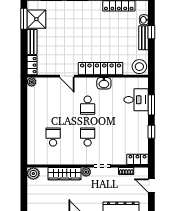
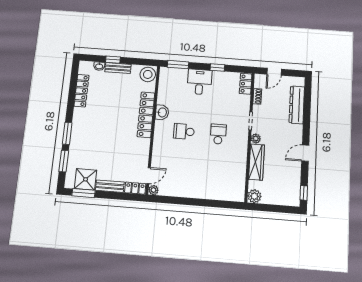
door: (67, 76) -> (148, 175), moved
desk: (136, 100) -> (199, 82), moved
school desk: (88, 105) -> (184, 131), turned 180
window: (151, 105) -> (178, 65), moved
school desk: (53, 137) -> (216, 171), removed
school desk: (88, 137) -> (218, 134), turned 90

